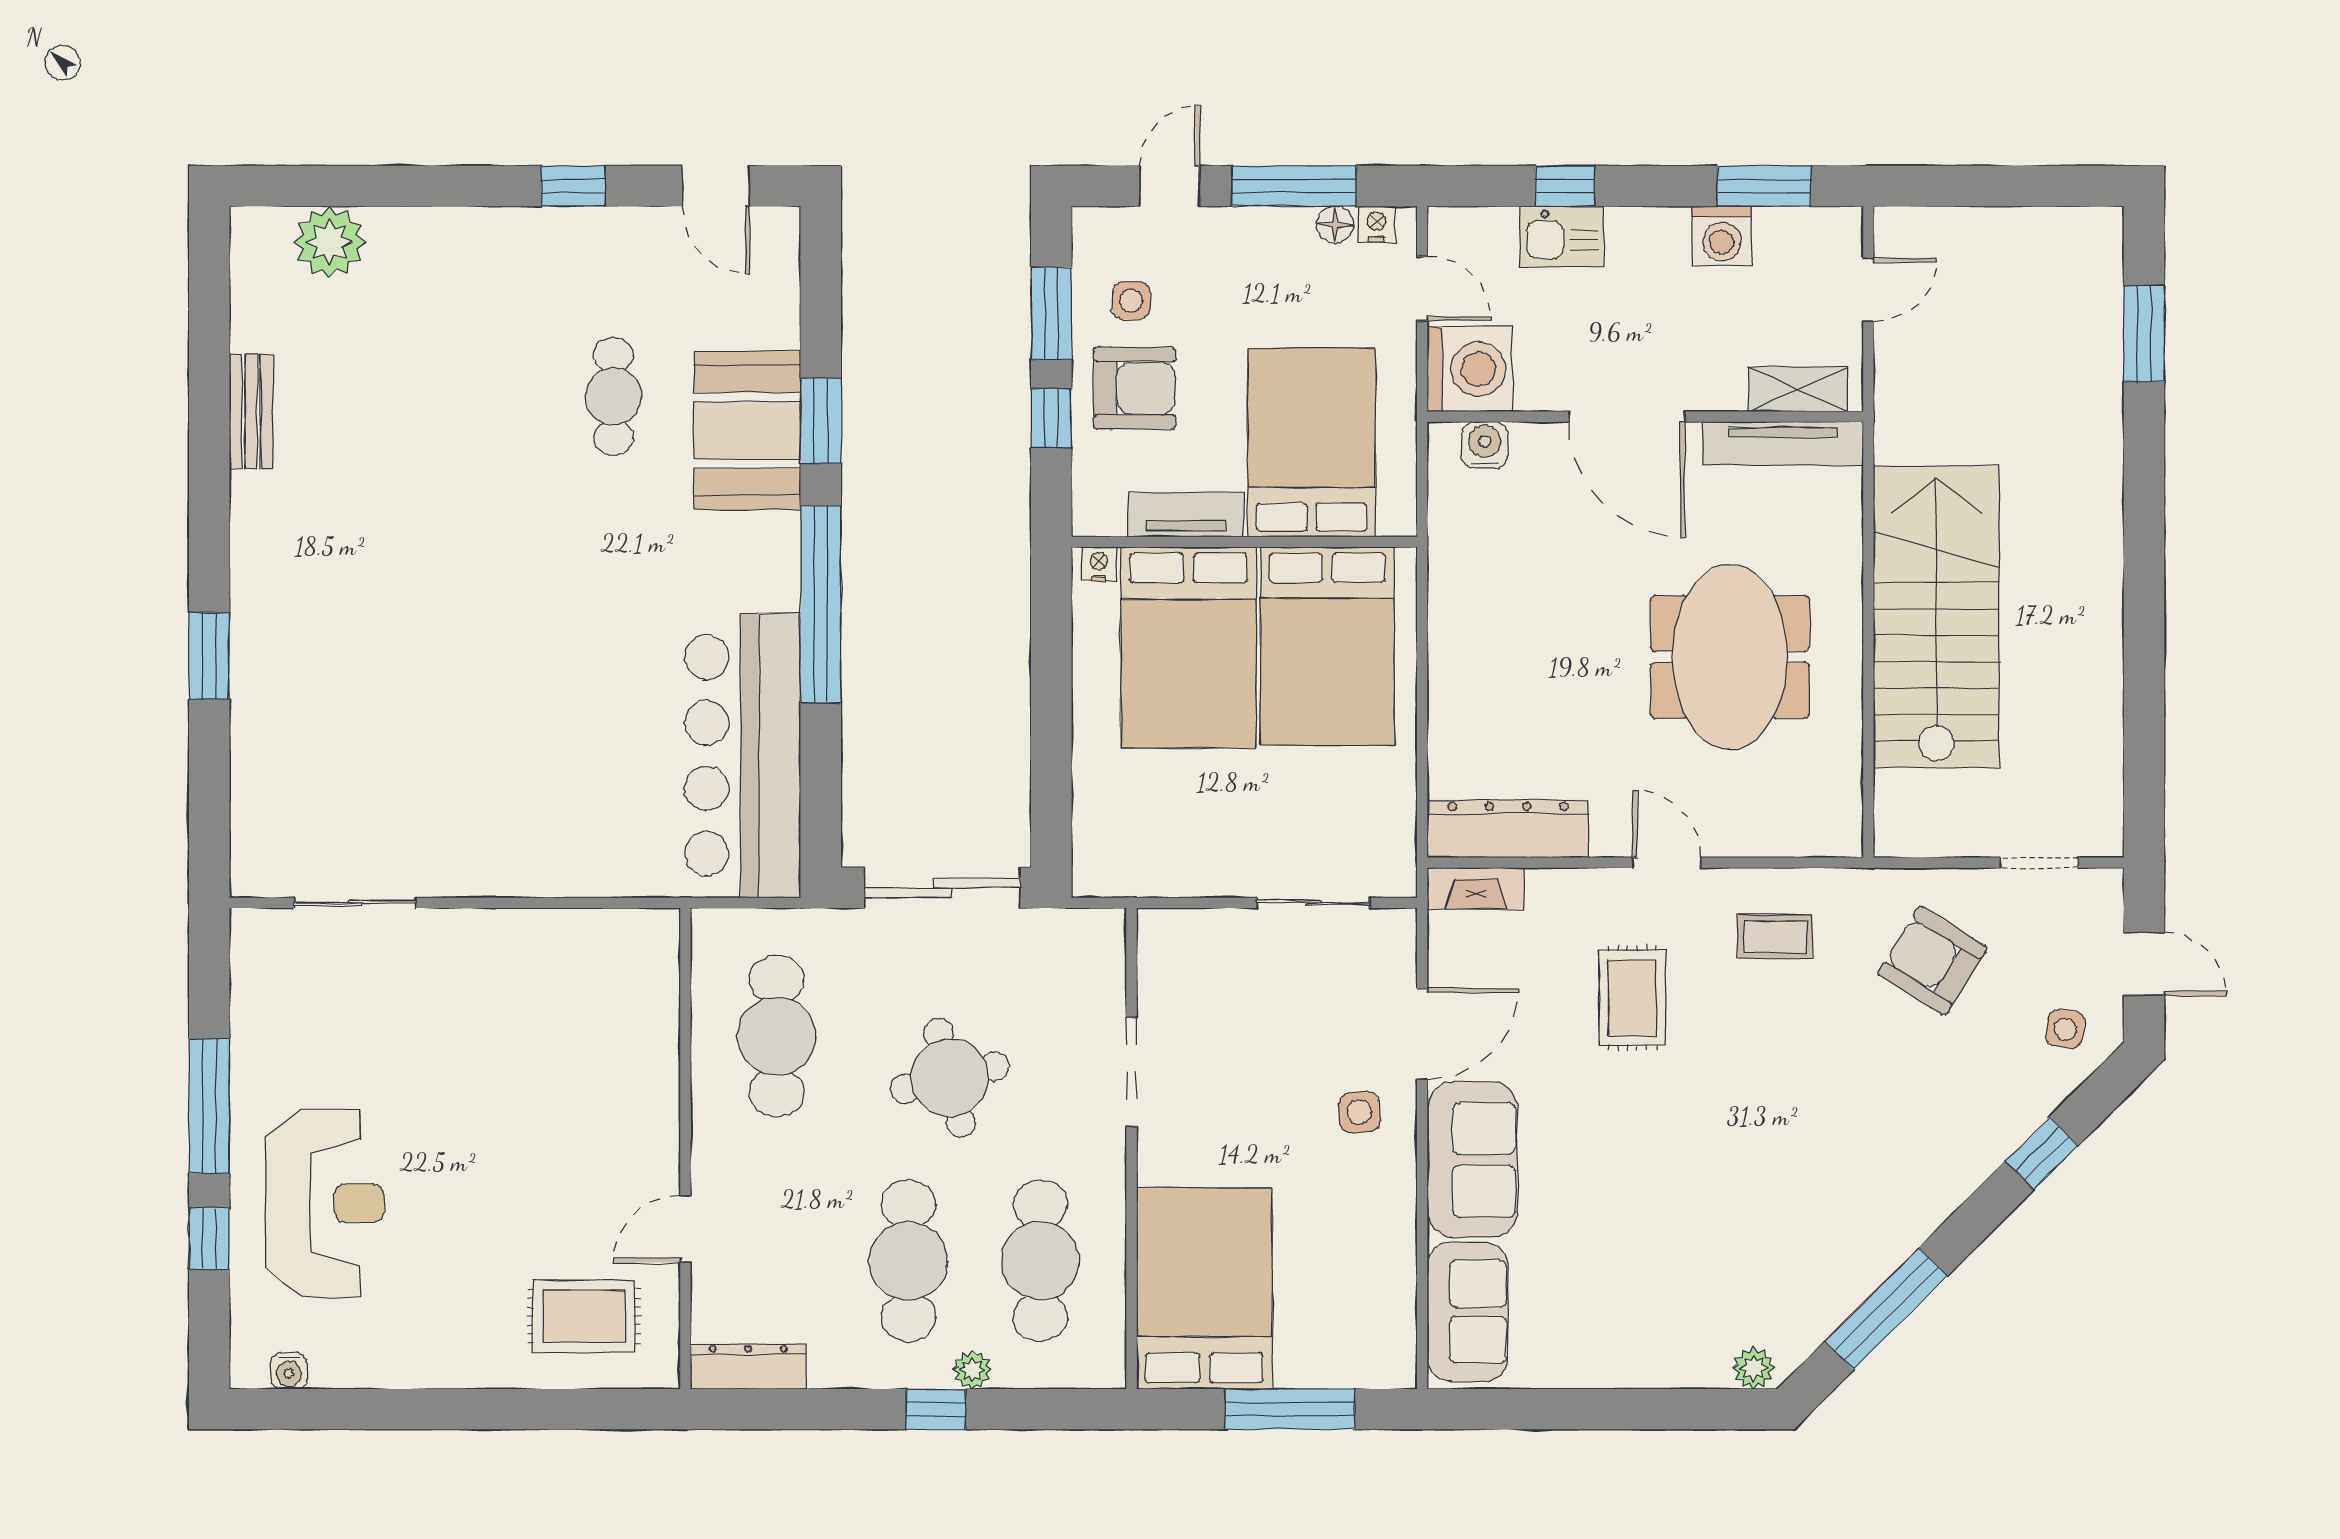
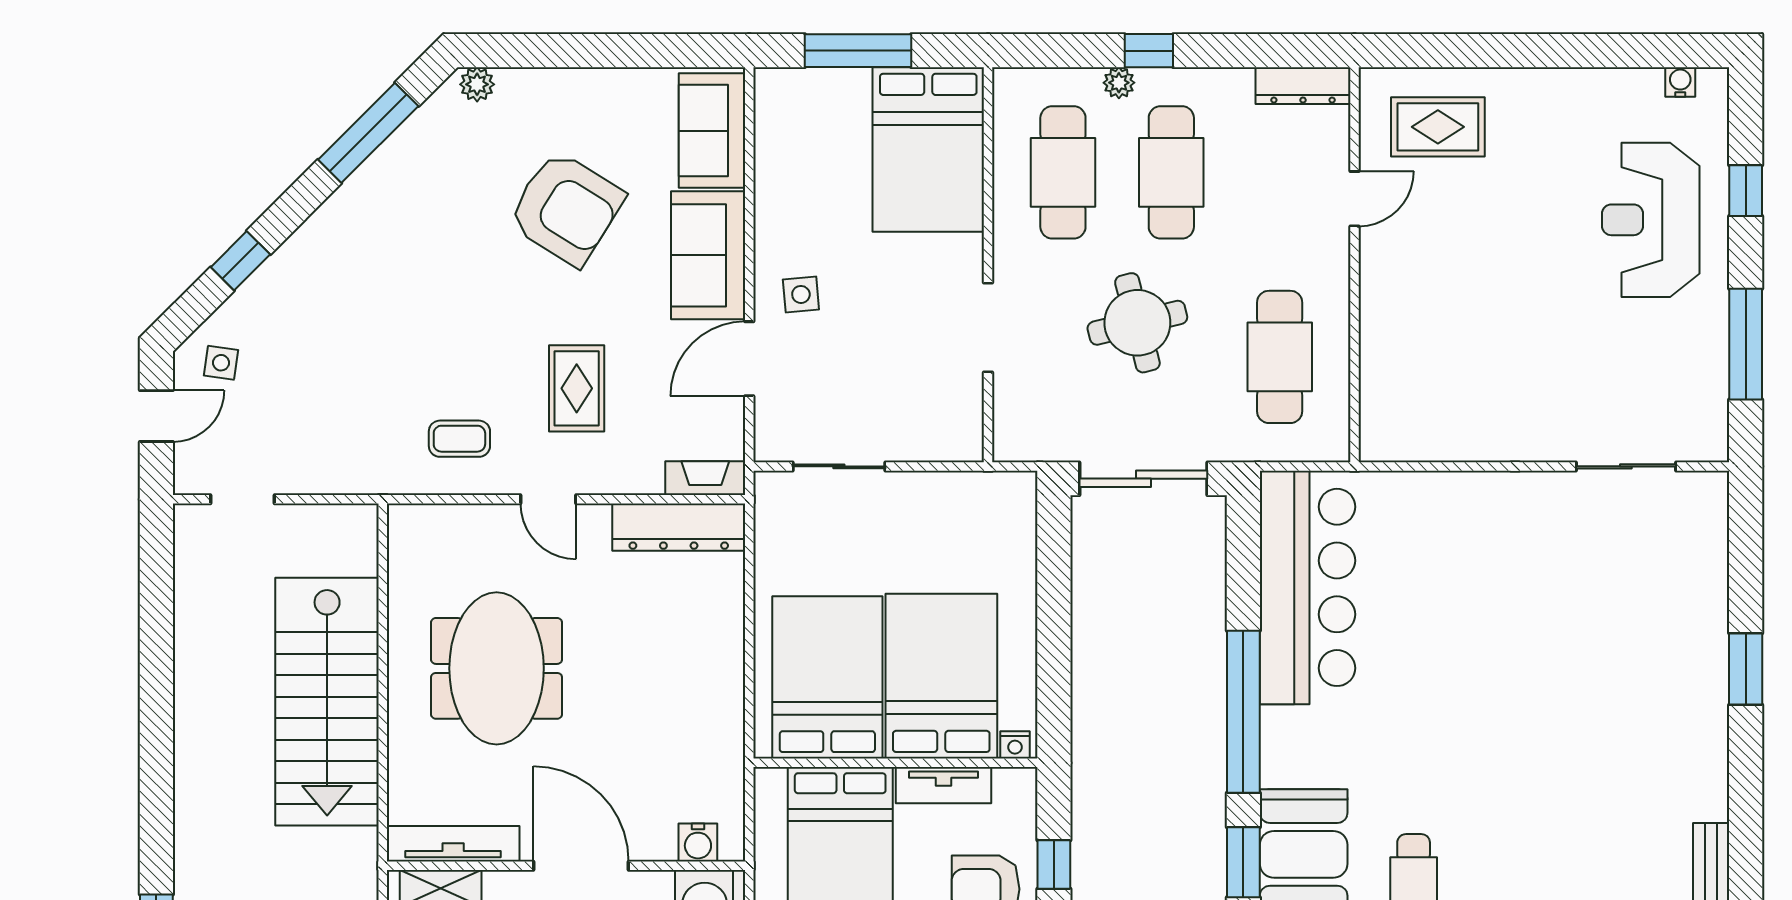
armchair: (1933, 961) -> (566, 208), moved, width x1.36, depth x1.36
door: (2144, 964) -> (156, 416), swing flipped
window: (209, 1106) -> (1746, 344), moved

